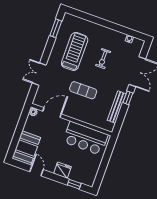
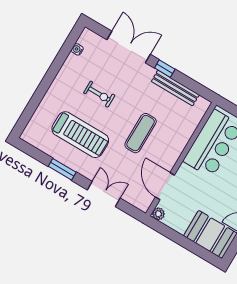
window: (56, 28) -> (62, 169), moved
treadmill: (75, 51) -> (80, 135), turned 180
double door: (39, 74) -> (104, 194), swing flipped

